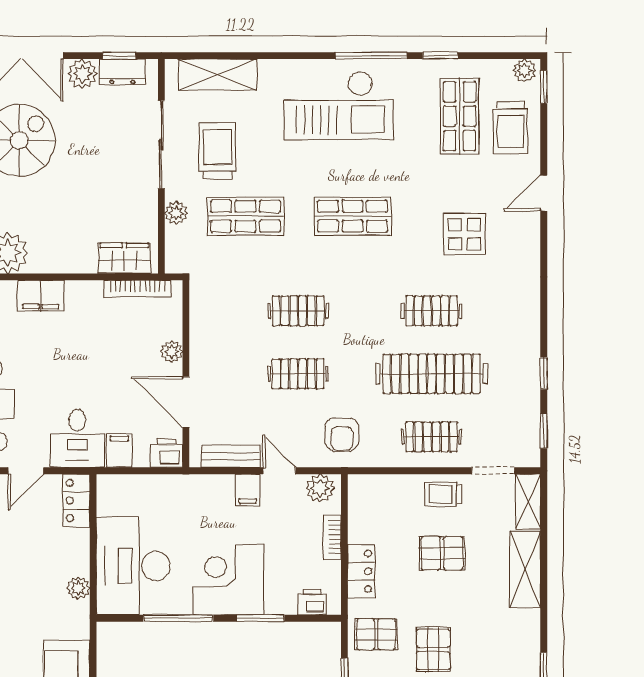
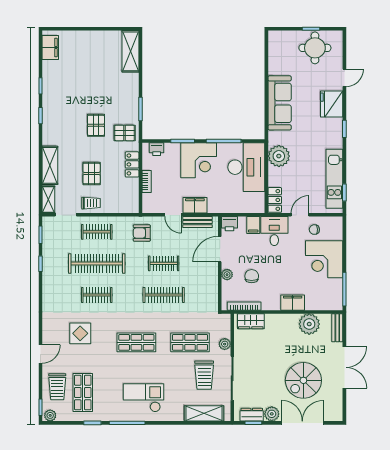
checkout: (338, 106) -> (144, 398), width x0.73, depth x0.83
trolley: (510, 128) -> (57, 387), turned 180
clothes rail: (298, 311) -> (164, 295), width x1.36
chair: (122, 348) -> (252, 276), added
door: (186, 402) -> (220, 249), swing flipped
armchair: (342, 435) -> (142, 233), turned -90
plant: (320, 488) -> (153, 206), removed
filing cabinet: (248, 490) -> (195, 205), width x2.00
pallet: (442, 553) -> (92, 173), turned 90
plant: (78, 588) -> (279, 156), width x1.87, depth x1.87

